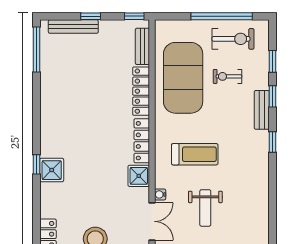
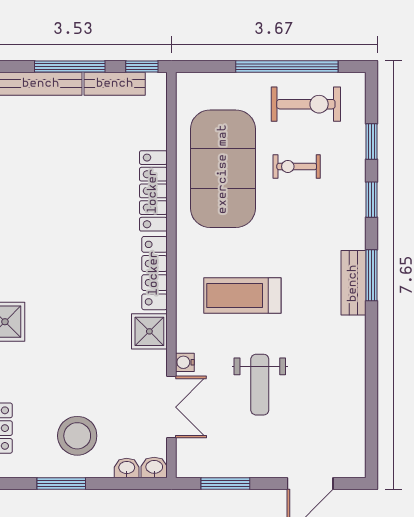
window: (91, 16) -> (70, 67), width x2.17
bench: (142, 46) -> (115, 84), moved, turned 90
bench: (262, 110) -> (353, 283), moved
window: (273, 142) -> (371, 275), width x1.50
treadmill: (195, 154) -> (242, 296), turned 180

